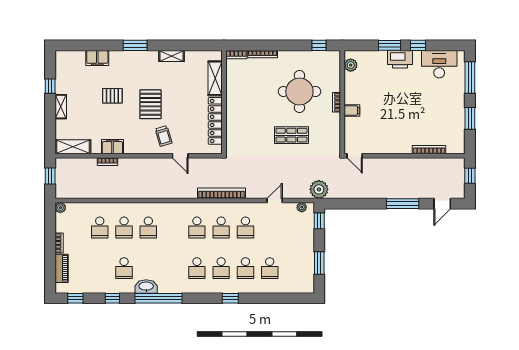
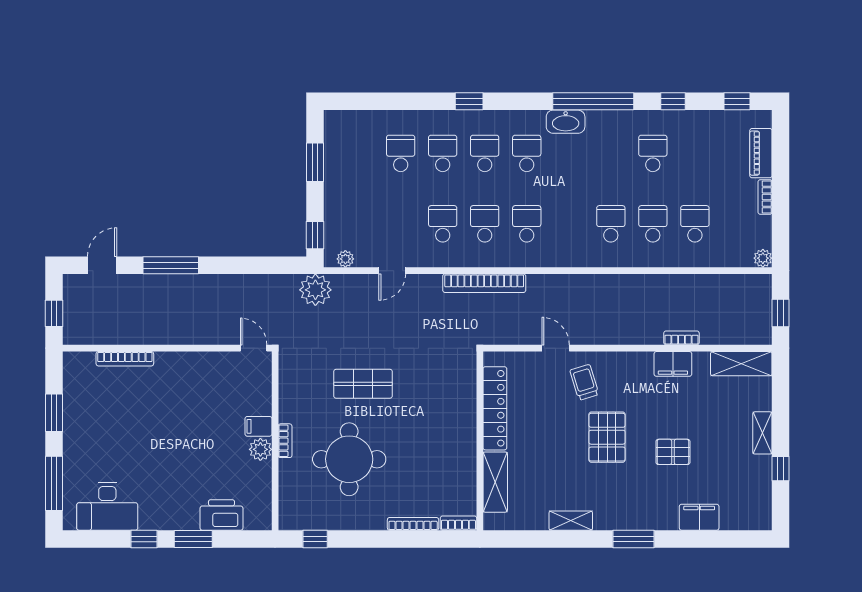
printer: (400, 59) -> (221, 515), moved
plant: (351, 65) -> (260, 449), moved
washbasin: (146, 287) -> (566, 122), moved

